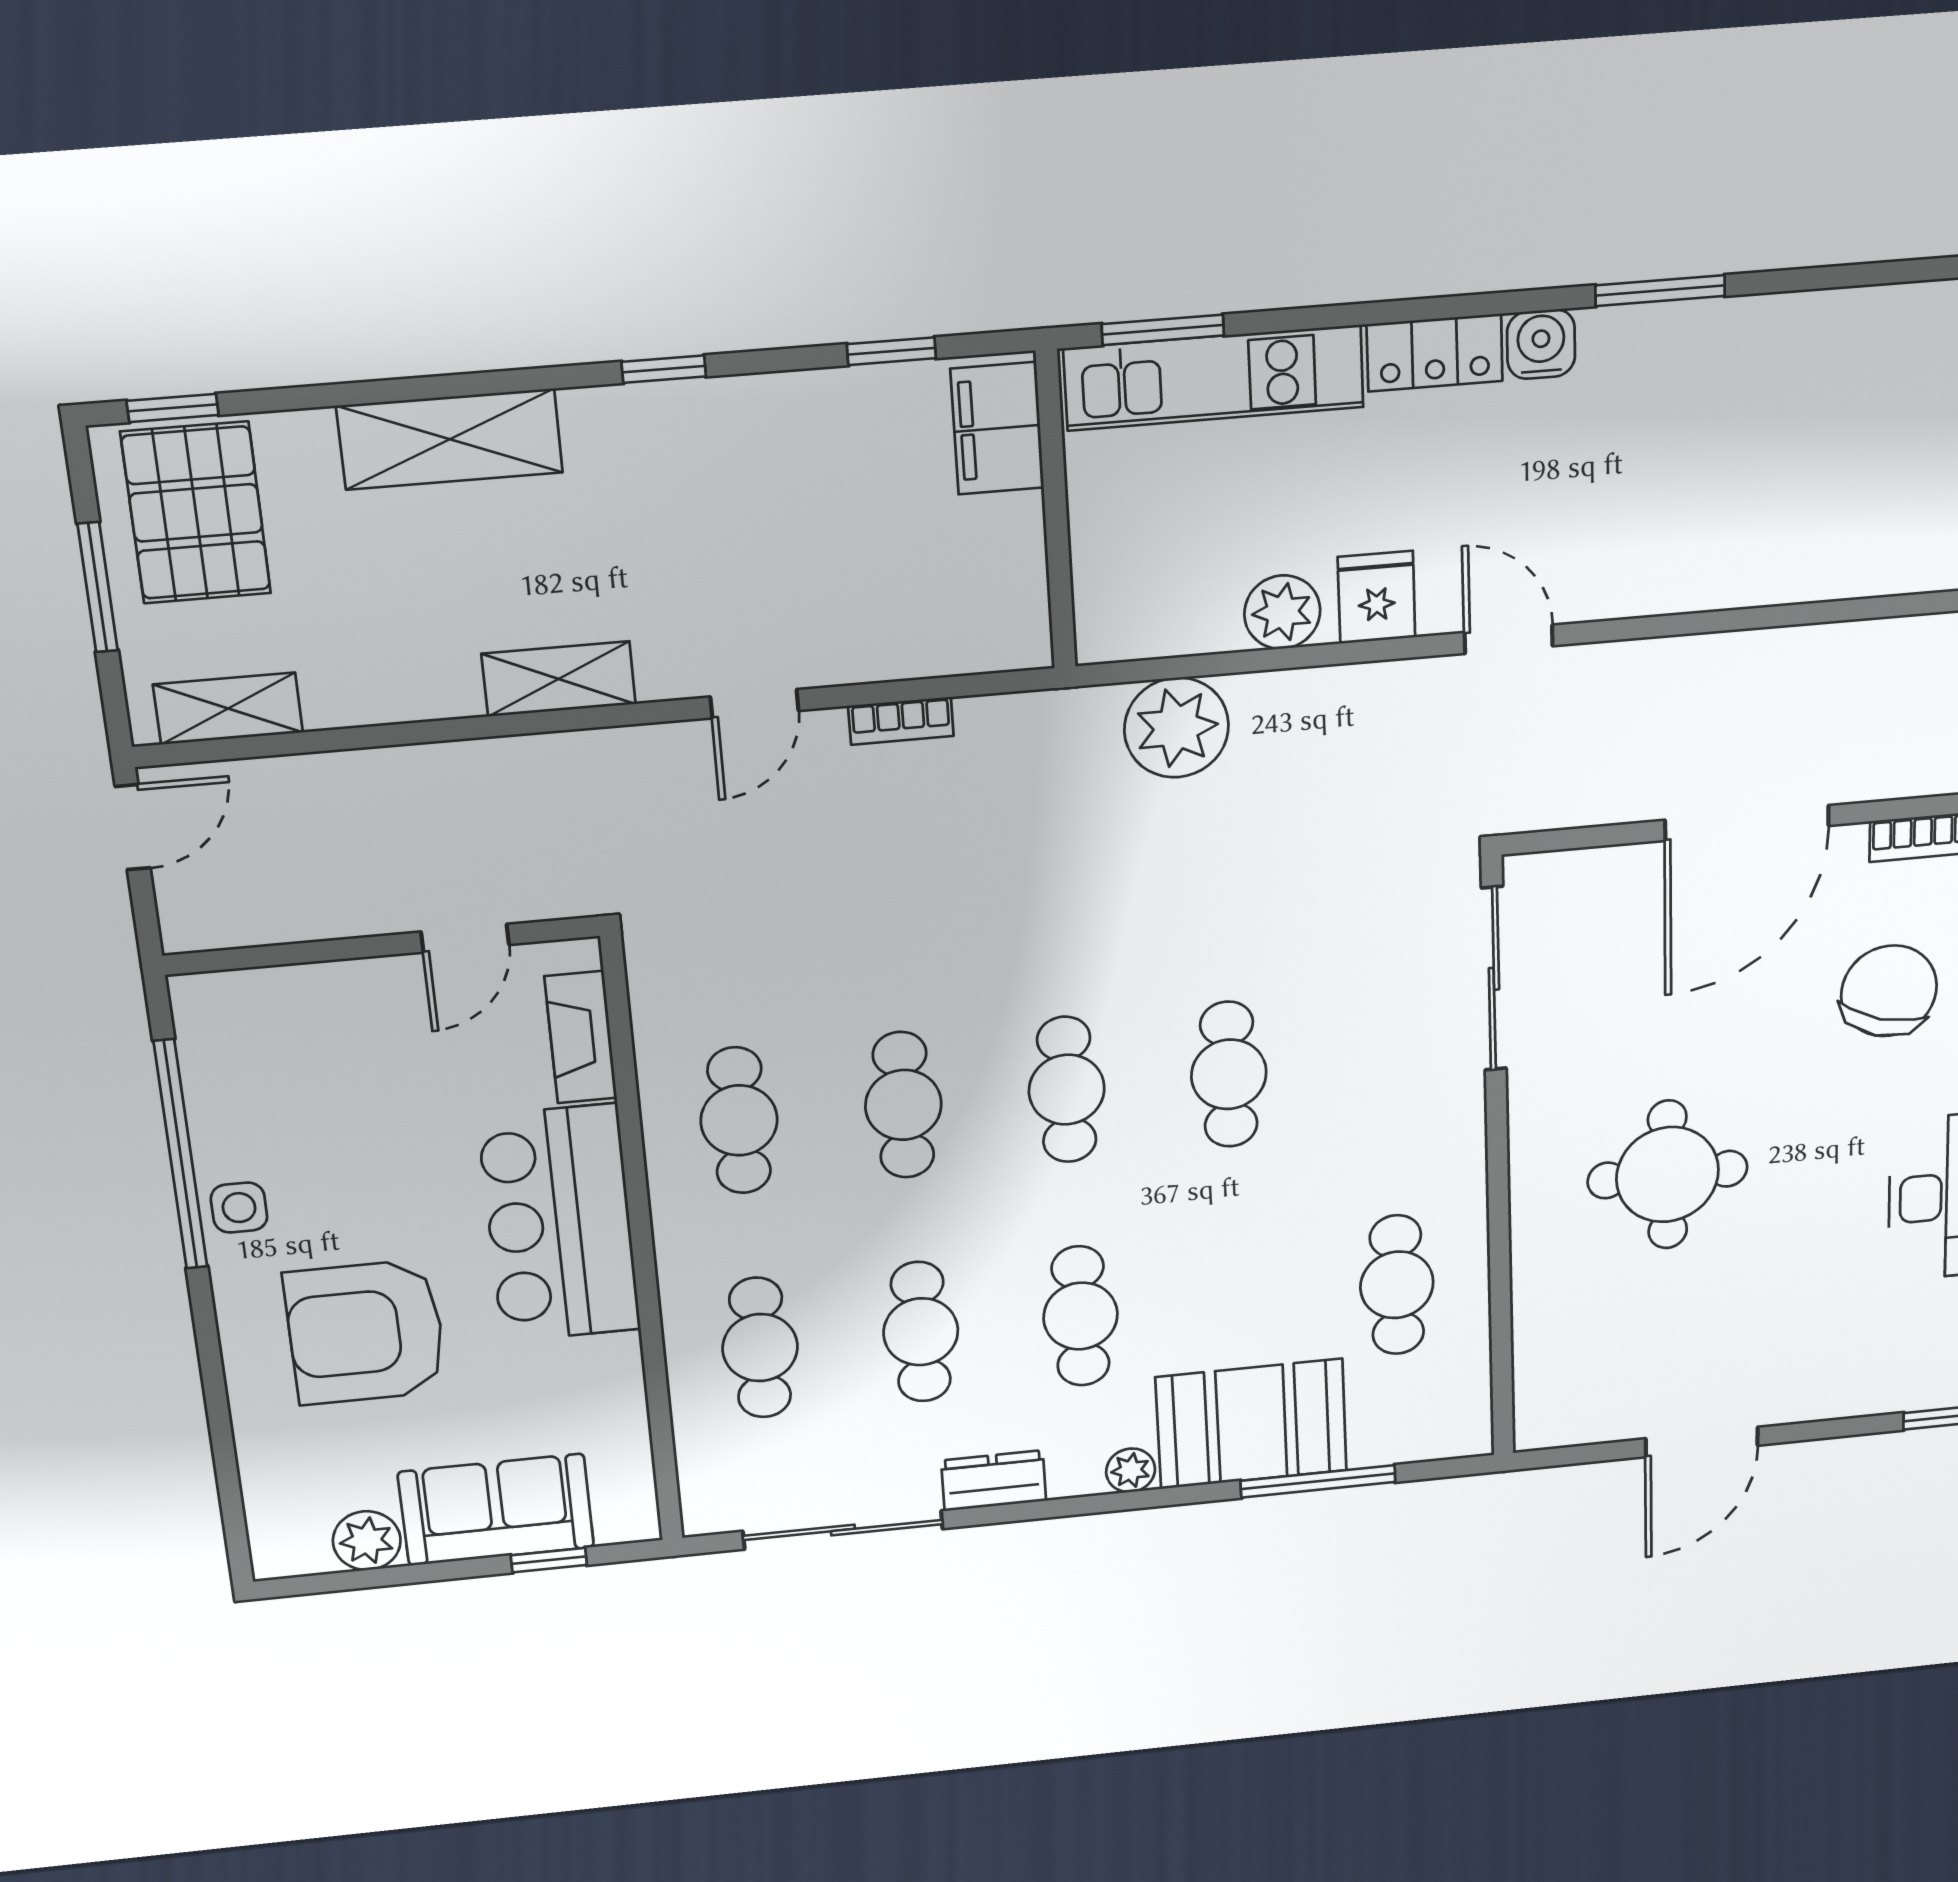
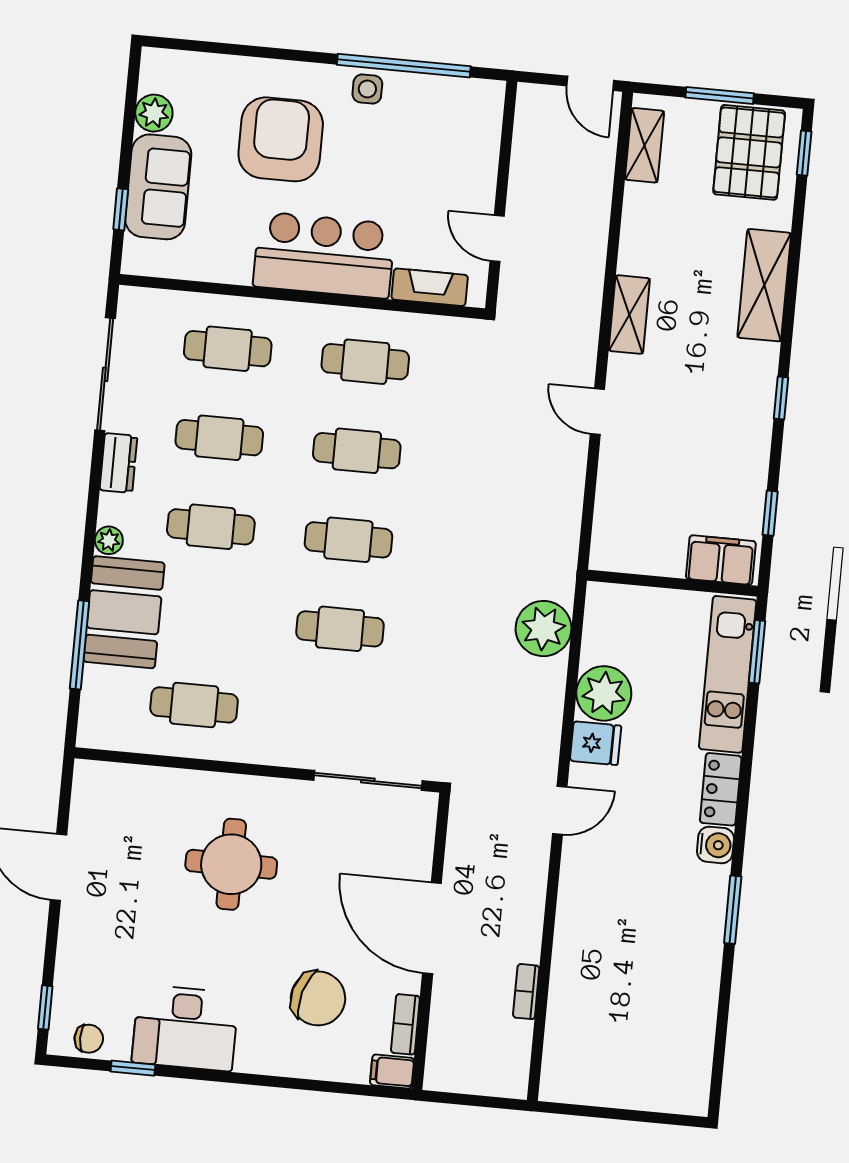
pallet: (196, 513) -> (749, 152), turned 90
plant: (1282, 612) -> (604, 693), width x1.36, depth x1.36
bookcase: (901, 721) -> (526, 992), moved

